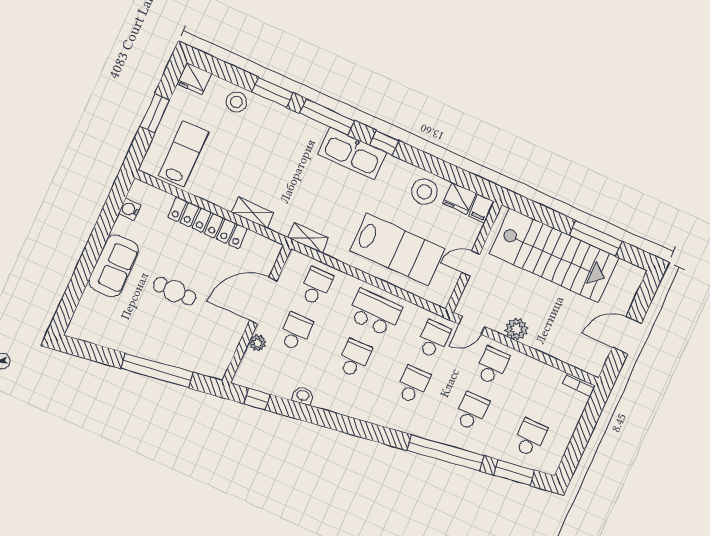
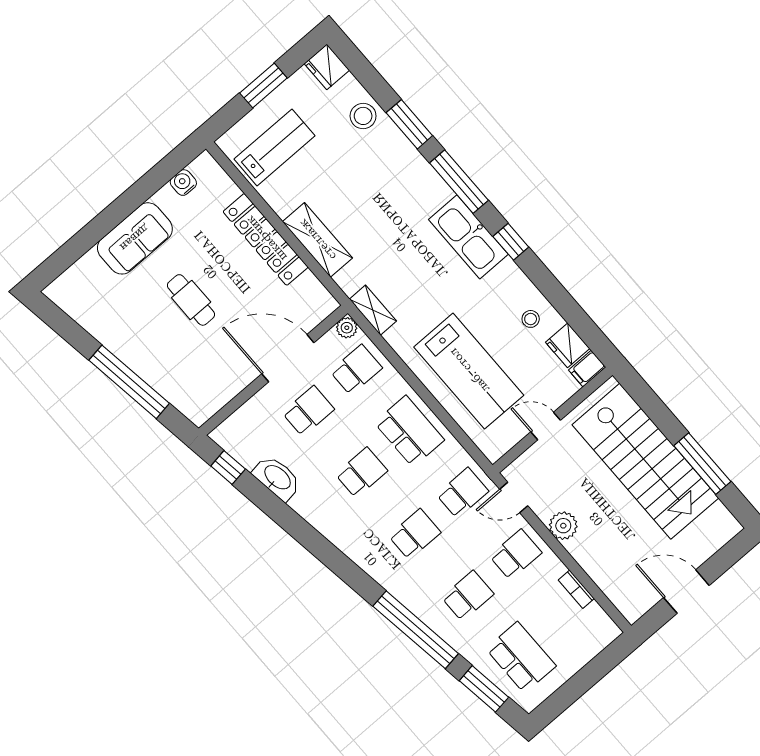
stool: (424, 192) -> (531, 319), width x0.53, depth x0.53
shelving: (253, 213) -> (317, 240), width x1.50, depth x1.33
plant: (258, 343) -> (347, 328), moved
bookcase: (579, 385) -> (576, 589), moved
washbasin: (303, 396) -> (277, 478), width x1.91, depth x1.45
school desk: (530, 438) -> (521, 657), width x1.85

